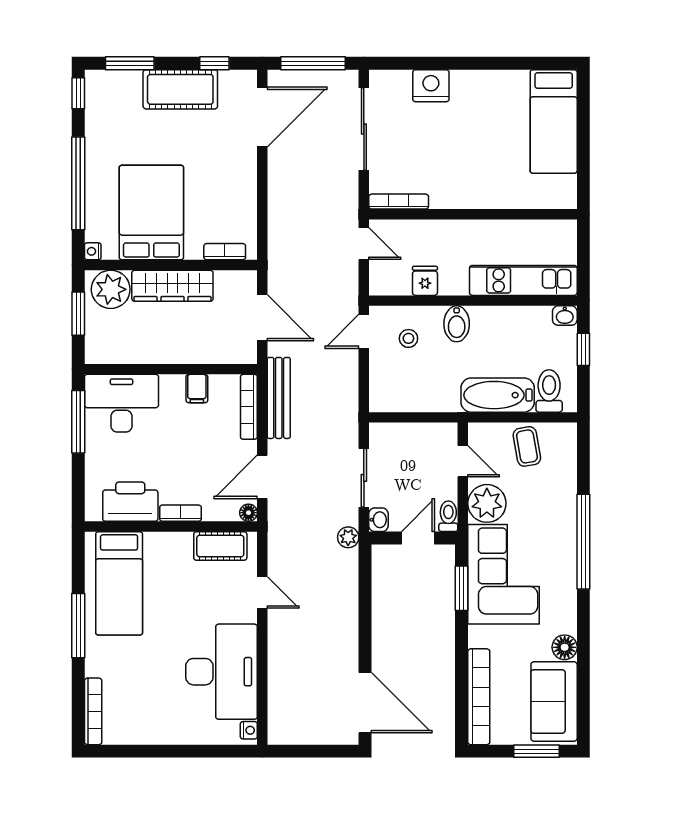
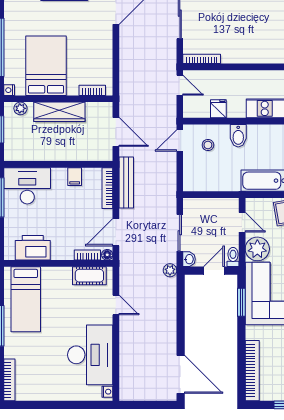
plant: (111, 289) -> (20, 108), width x0.53, depth x0.53
bookcase: (180, 513) -> (87, 255), moved

